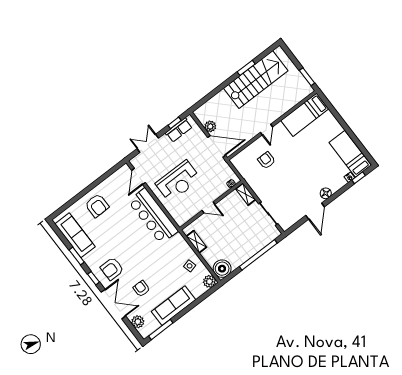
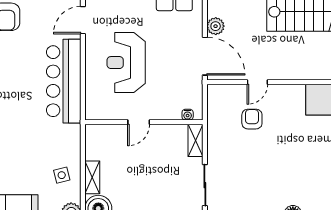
door: (266, 130) -> (257, 82), moved
reception desk: (178, 181) -> (126, 63), turned 90
door: (208, 207) -> (139, 122), hinge flipped
shelving: (196, 242) -> (92, 177), moved

